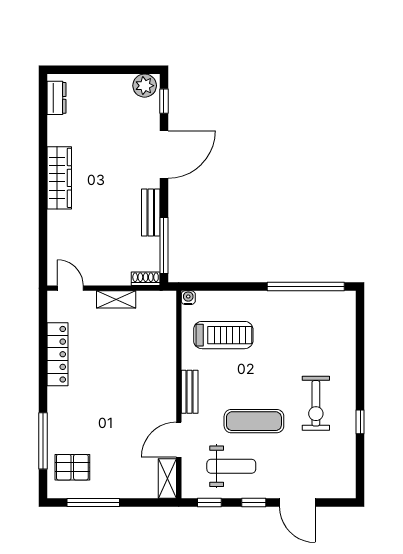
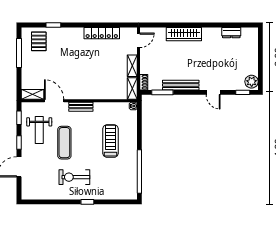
dresser: (56, 98) -> (231, 33), moved
door: (164, 155) -> (213, 92), width x0.53
wardrobe: (59, 178) -> (184, 34), moved
bench: (151, 213) -> (181, 85), width x1.36
window: (164, 246) -> (162, 92), width x0.69
shelving: (157, 299) -> (132, 88), added
treadmill: (223, 335) -> (111, 141), moved, turned 180
window: (360, 422) -> (87, 202), moved
window: (43, 441) -> (53, 25), width x0.46

